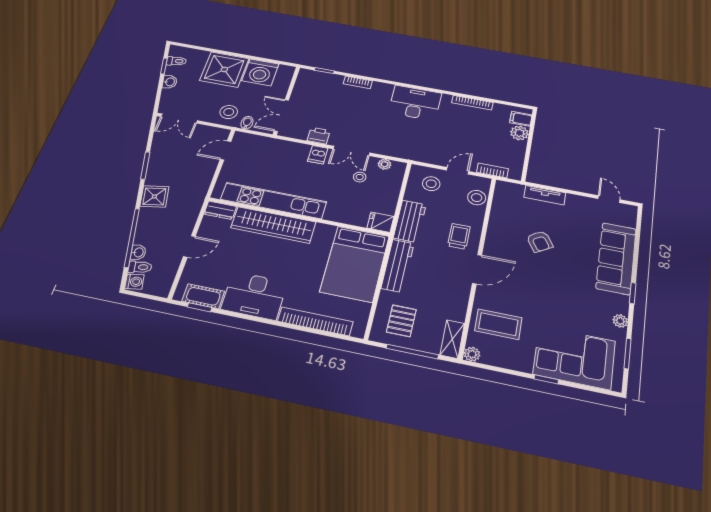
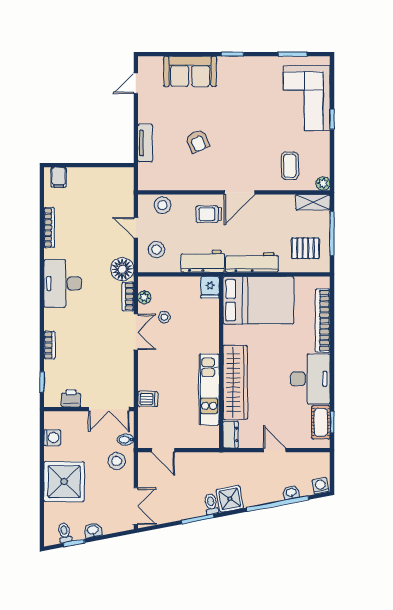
washing machine: (260, 72) -> (52, 438), width x0.53, depth x0.53
plant: (519, 133) -> (77, 176), removed
printer: (319, 136) -> (71, 398), moved, turned 90
floor lamp: (418, 152) -> (122, 269), added
dishwasher: (318, 155) -> (148, 399), moved
bookcase: (492, 171) -> (128, 297), moved
kitchen unit: (274, 201) -> (209, 389), width x0.73
armchair: (540, 241) -> (197, 141), turned 98
sofa: (616, 258) -> (190, 71), width x0.73
toilet: (140, 267) -> (211, 504), moved
door: (477, 269) -> (239, 192), swing flipped
plant: (620, 321) -> (263, 63), removed
coffee table: (498, 324) -> (290, 166), width x0.73, depth x0.77

